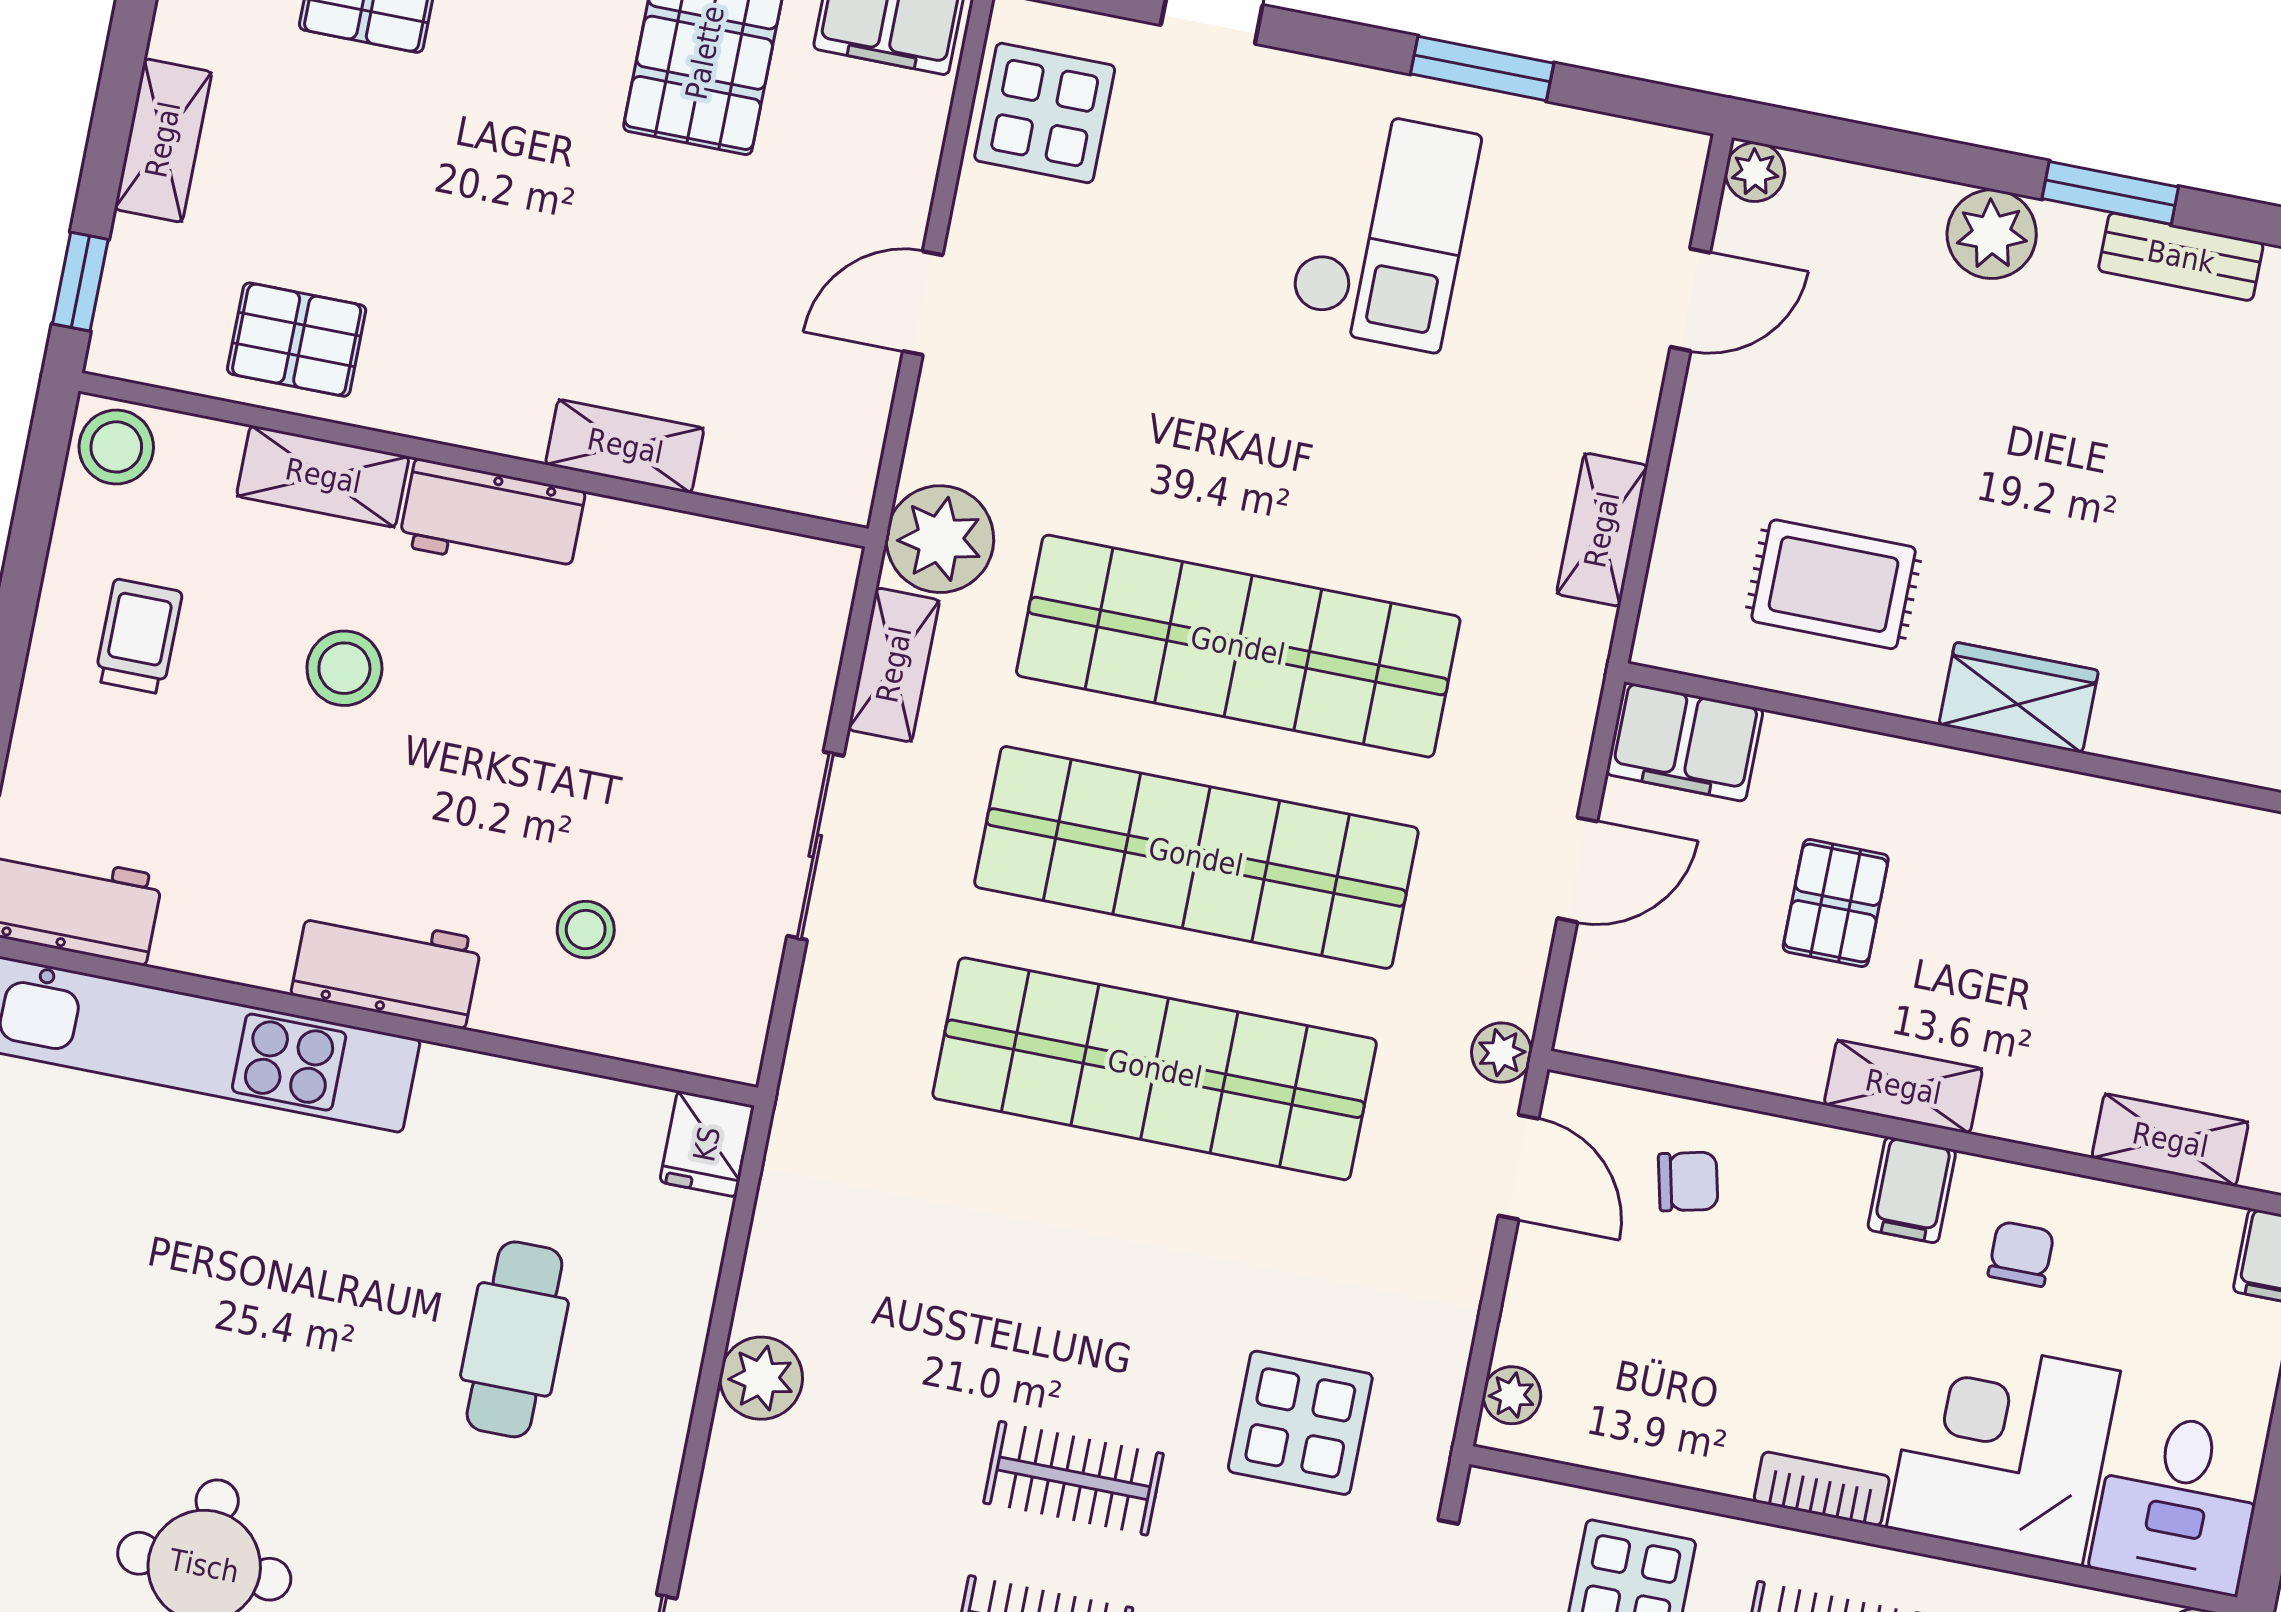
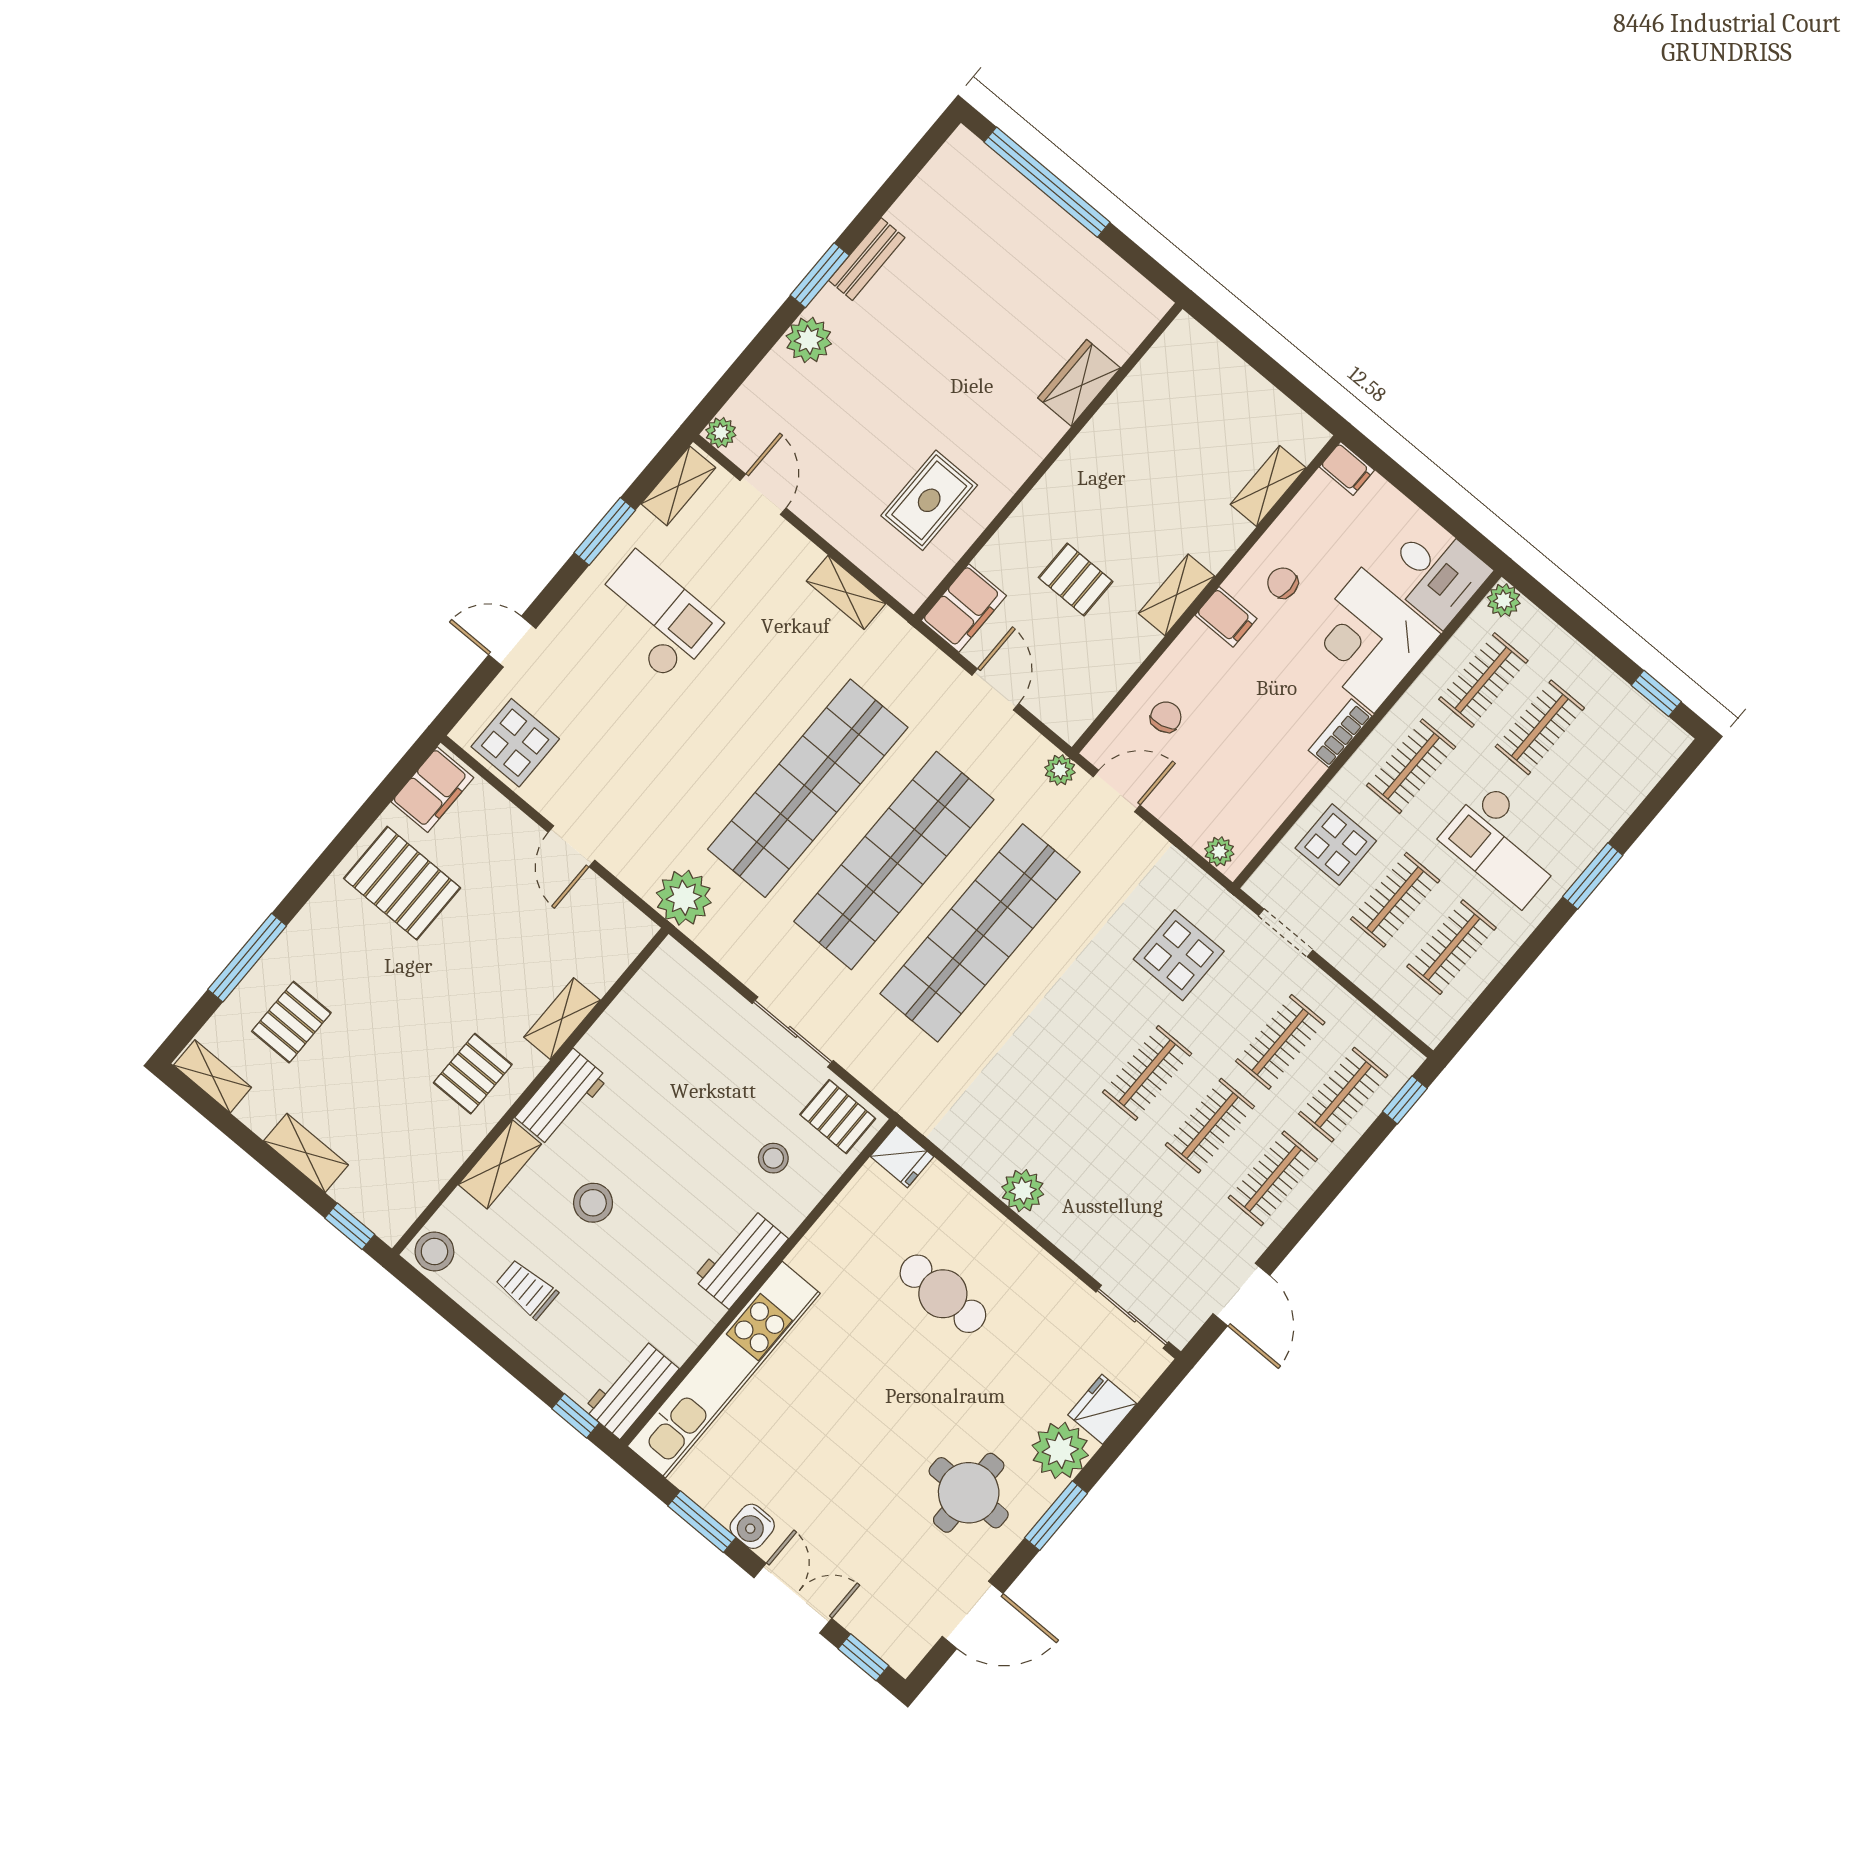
pallet: (297, 340) -> (473, 1074), moved
shelving: (894, 665) -> (678, 486), moved, turned 90
wardrobe: (2019, 698) -> (1079, 383), moved
pallet: (715, 999) -> (838, 1117), added

